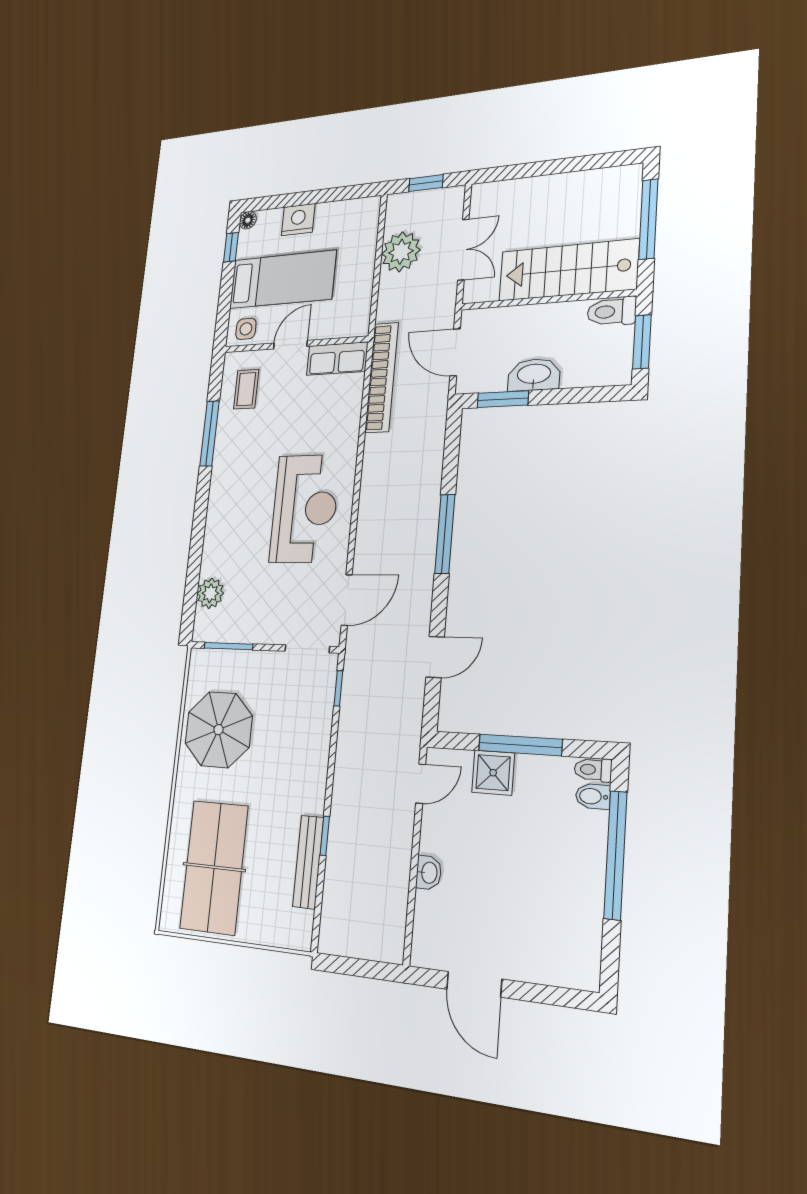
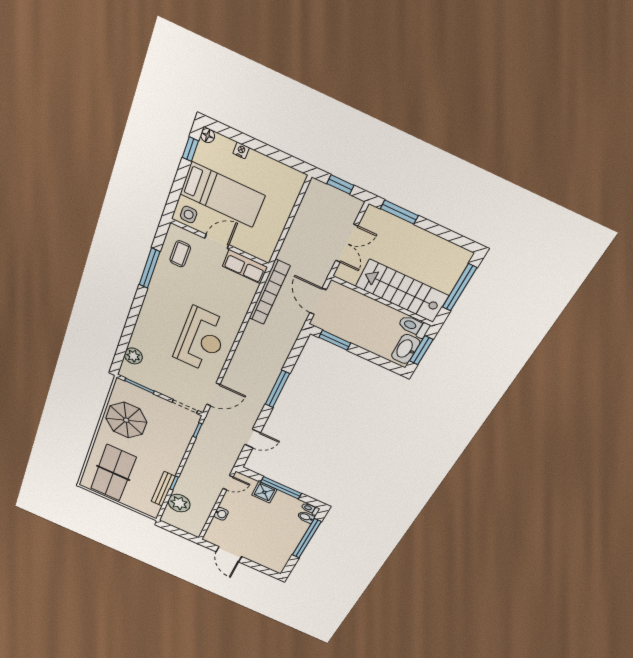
window: (515, 172) -> (399, 212), added
nightstand: (298, 220) -> (241, 150), width x0.53, depth x0.56
plant: (401, 252) -> (179, 503), moved
washbasin: (534, 375) -> (406, 349), moved, turned -90

